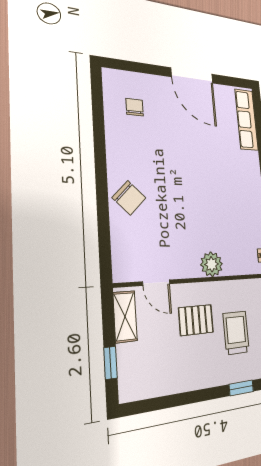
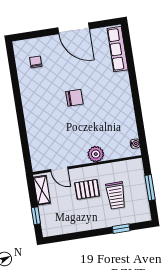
chair: (129, 198) -> (74, 98), moved, turned -44
trolley: (236, 333) -> (116, 195), turned 180

